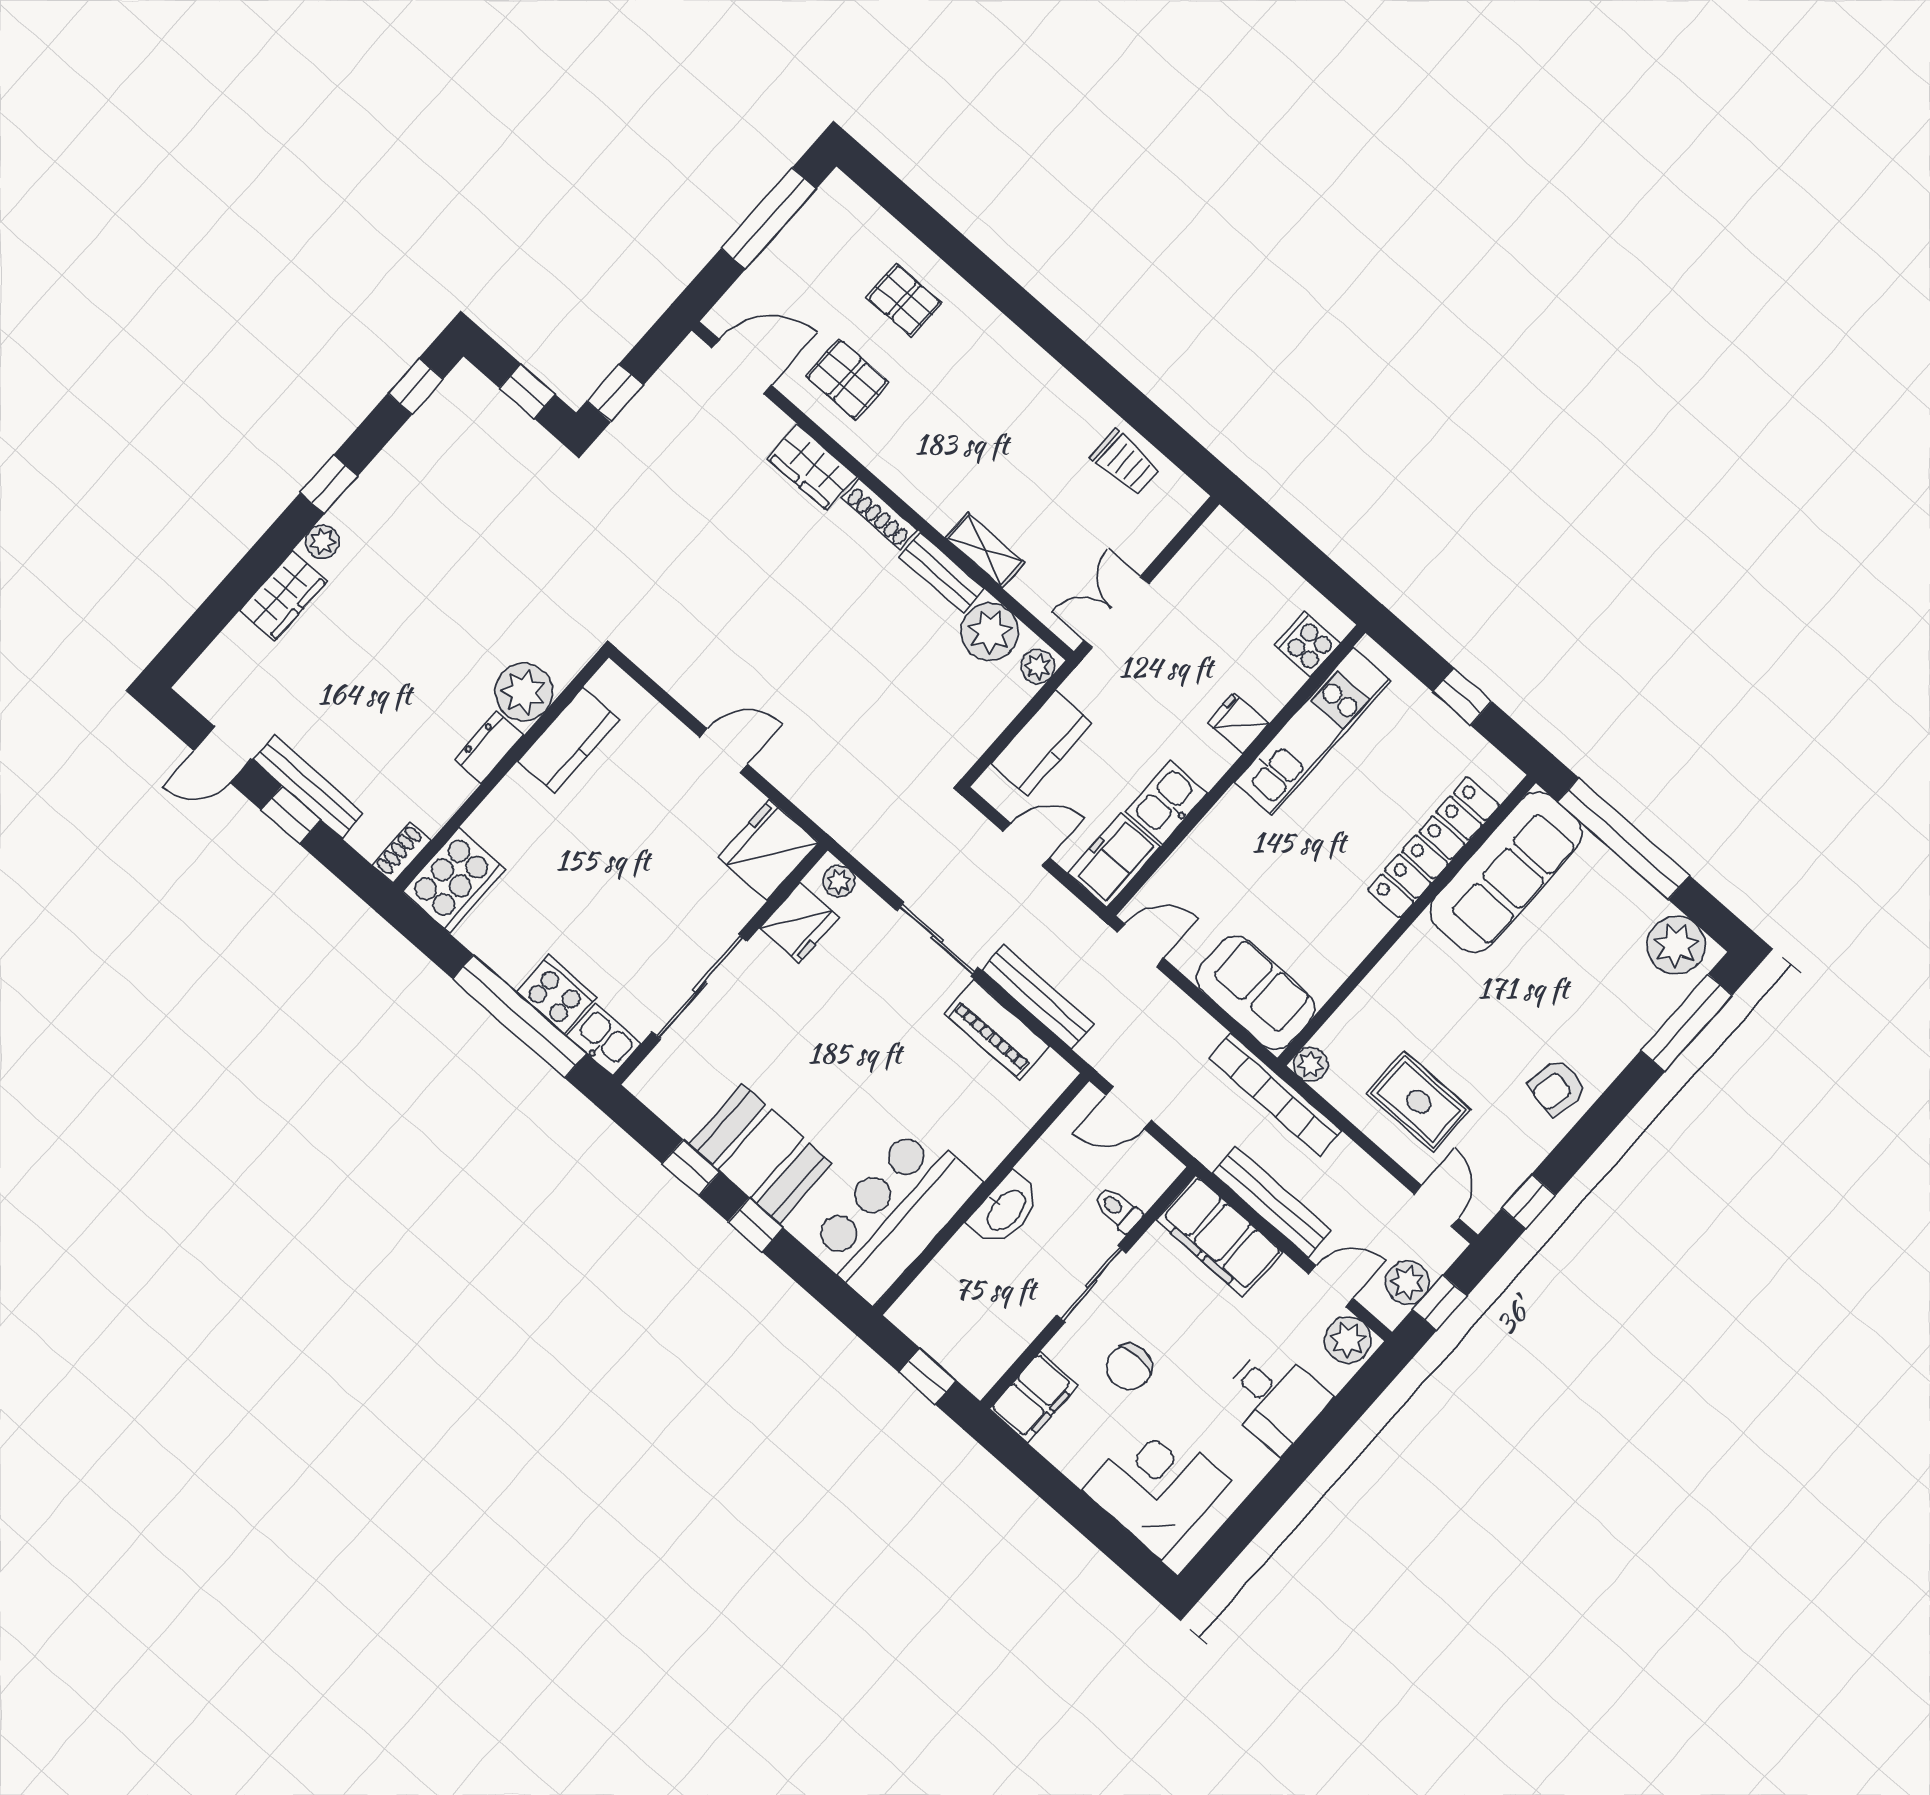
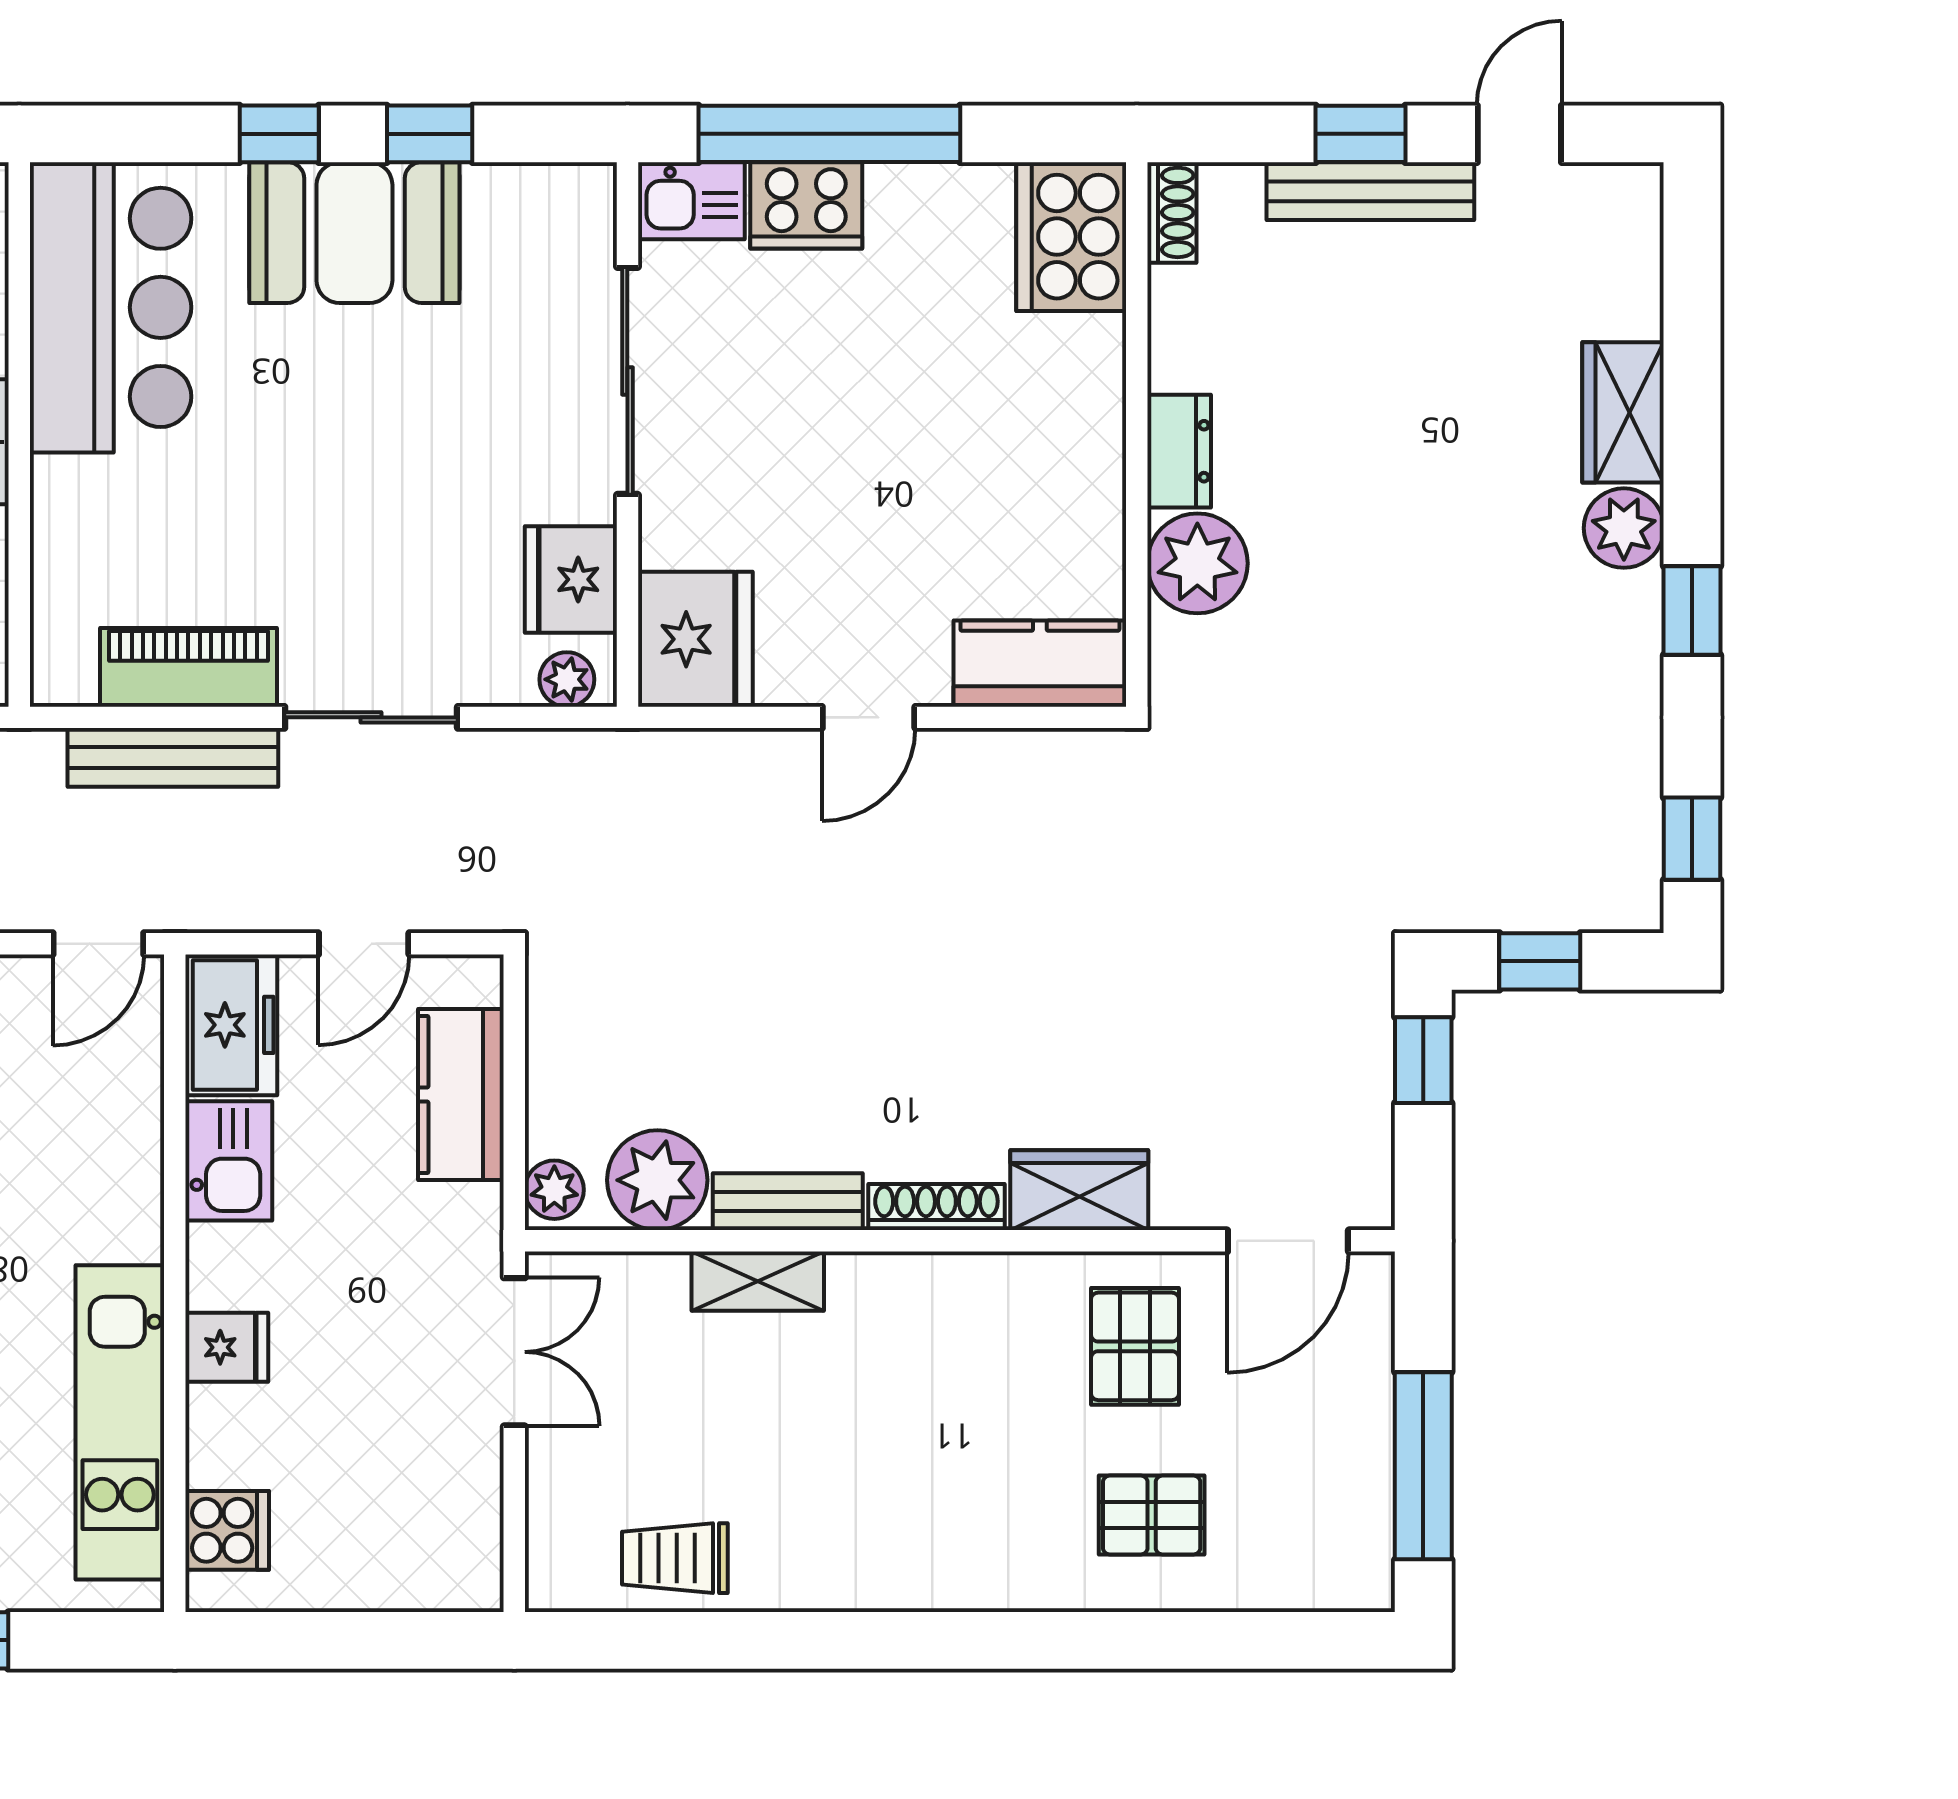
pallet: (847, 379) -> (1135, 1346), turned 90
plant: (322, 542) -> (1624, 528), width x1.38, depth x1.38
kitchen counter: (569, 740) -> (1040, 664), moved, turned 90

